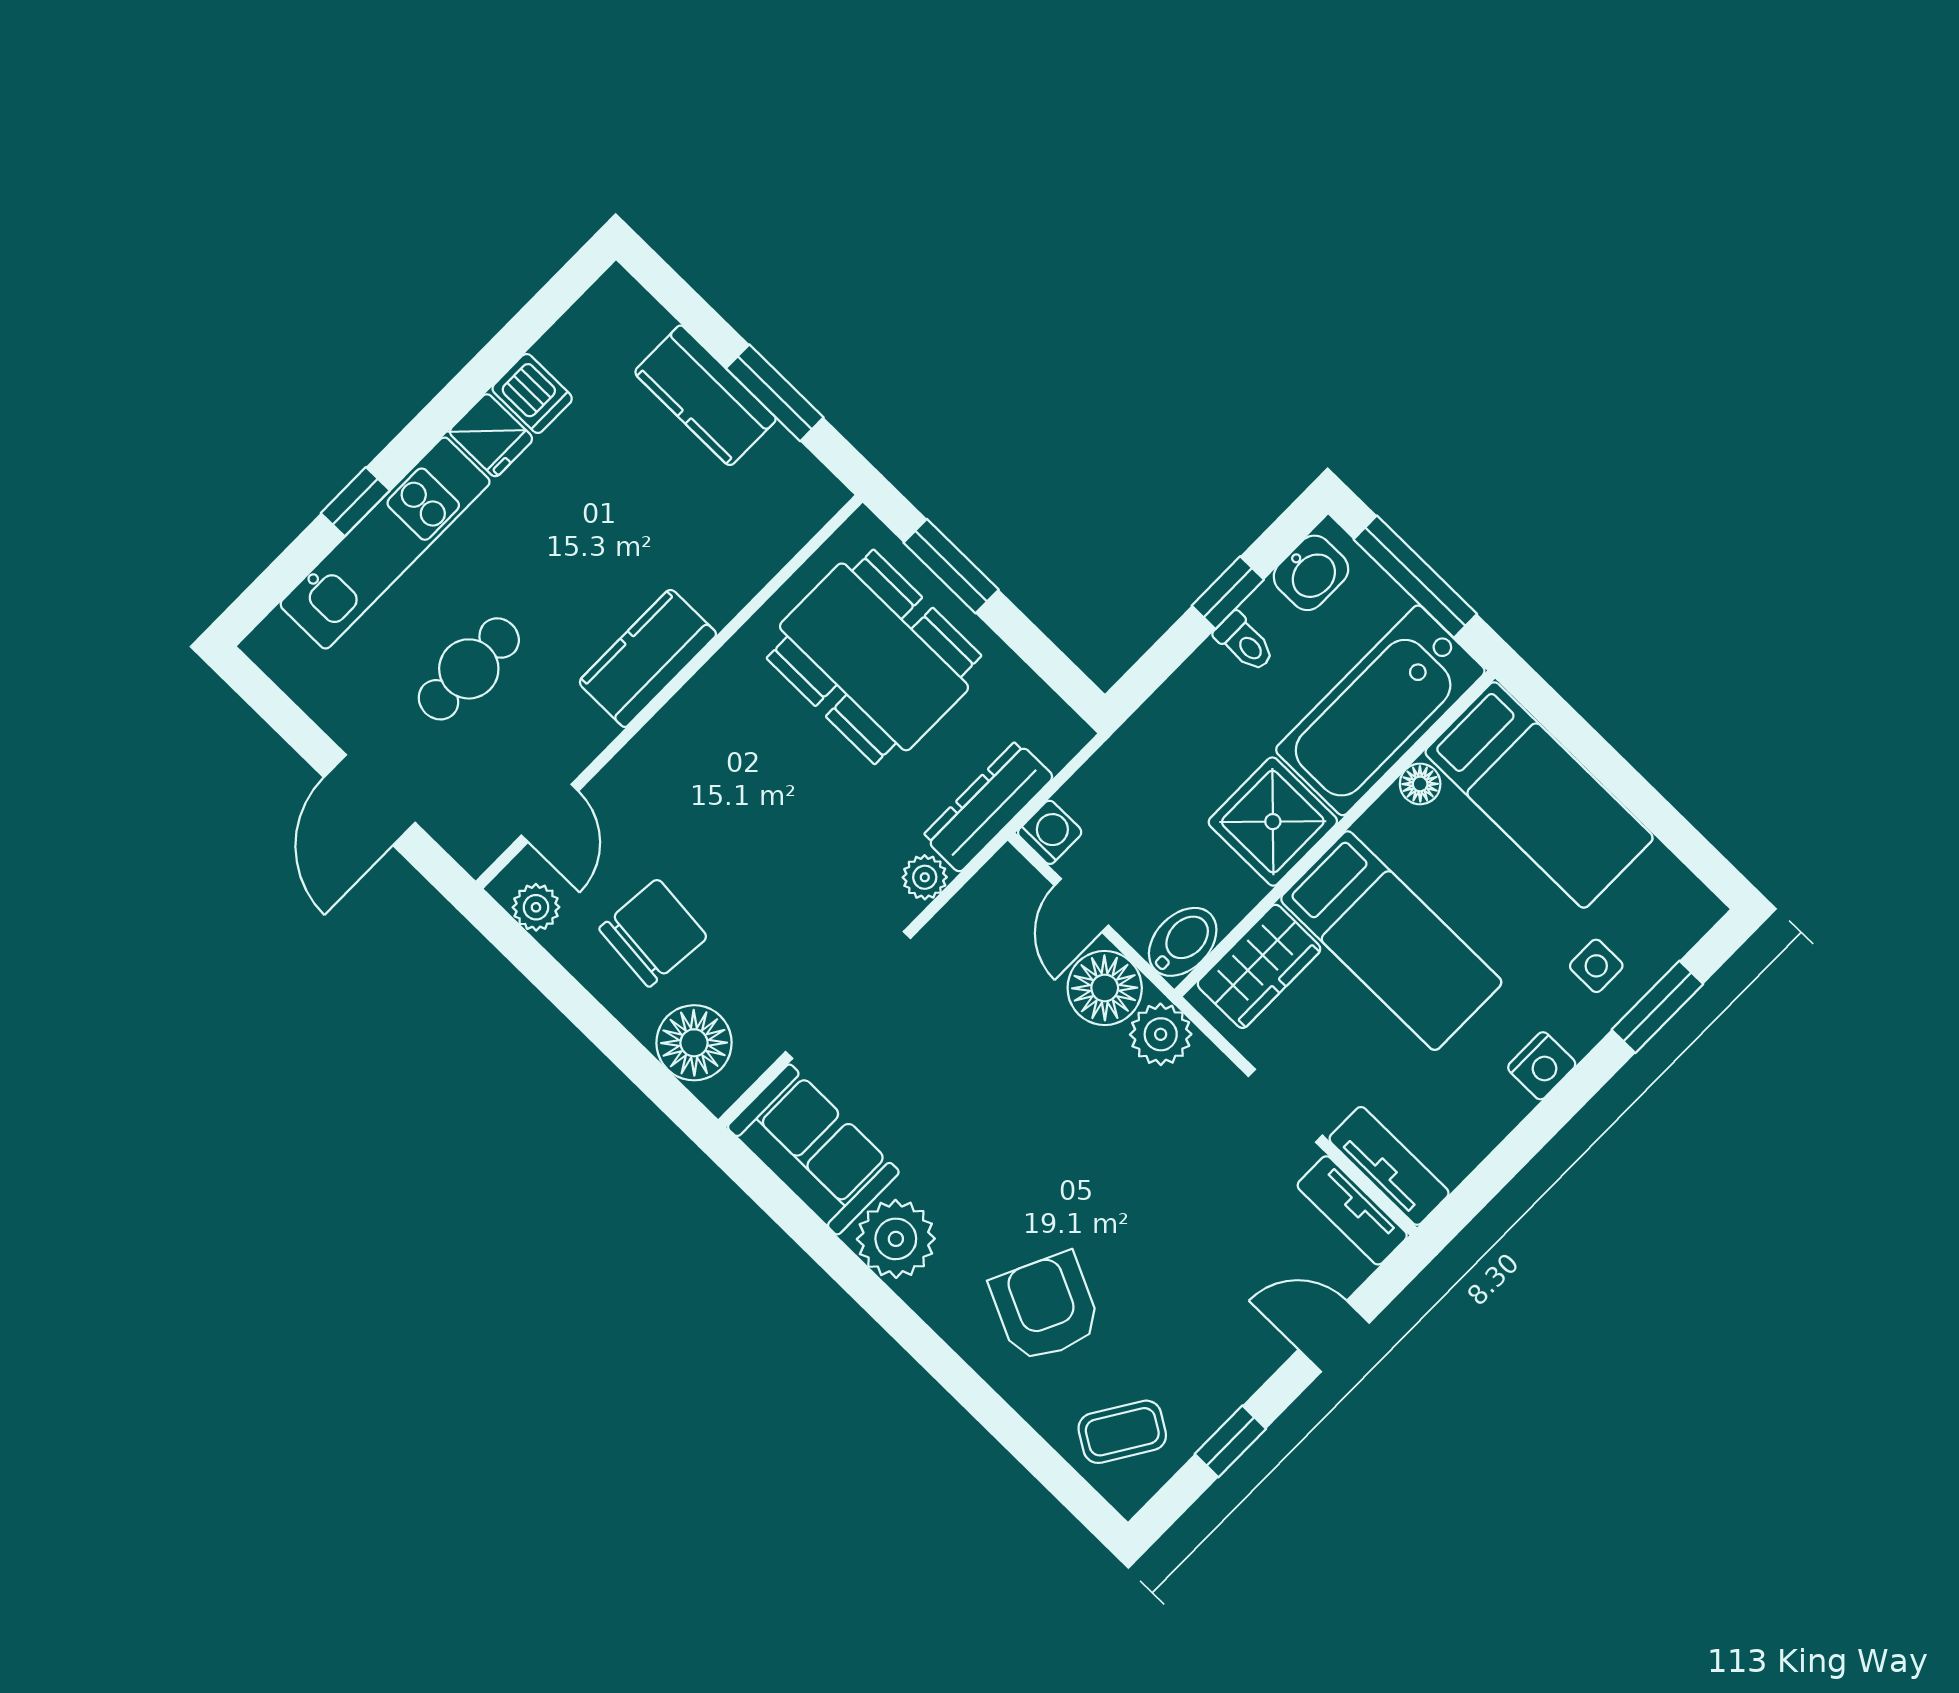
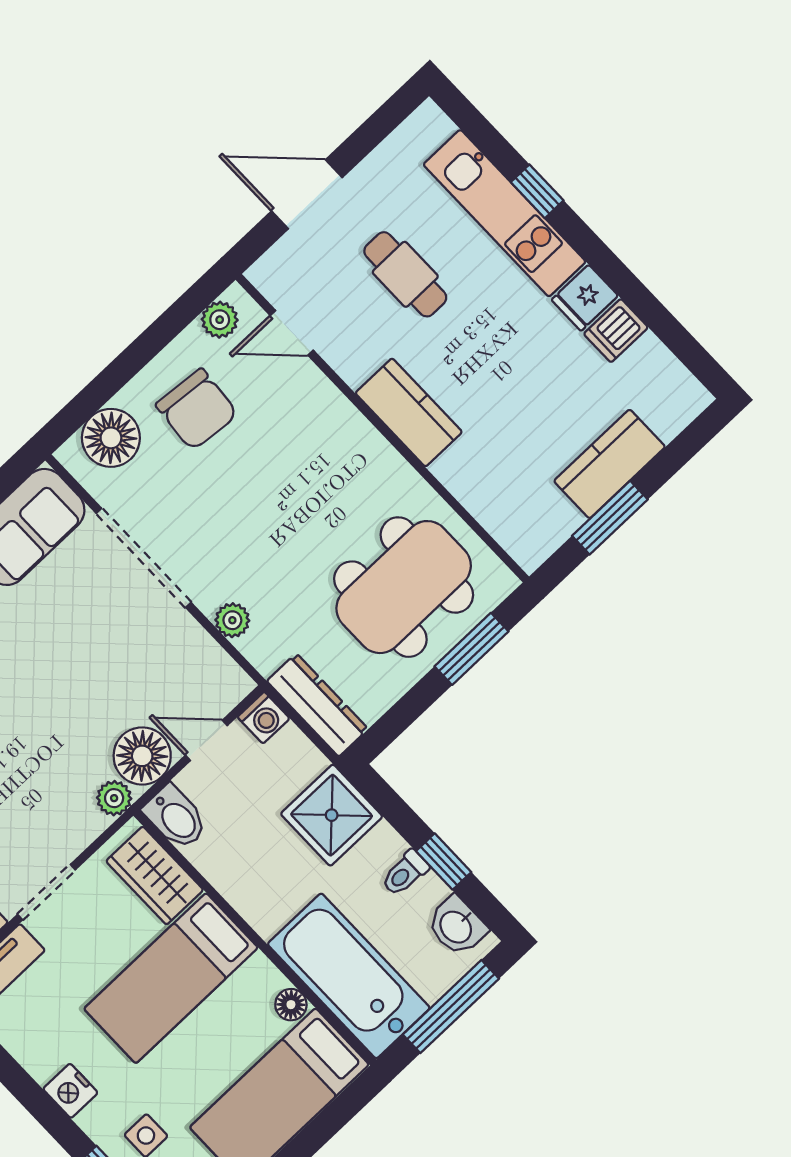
dresser: (988, 807) -> (317, 705), moved
shower: (1273, 822) -> (332, 815), moved
plant: (1161, 1034) -> (114, 798), width x0.73, depth x0.73

